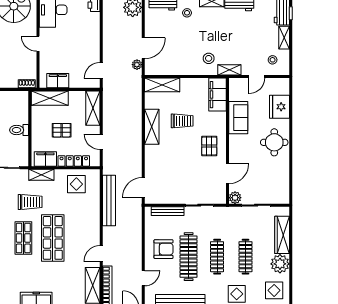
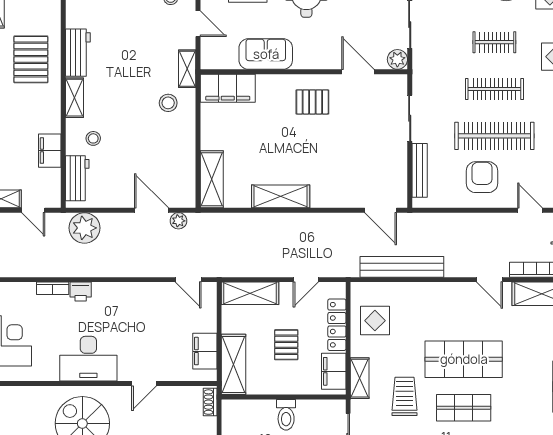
trolley: (182, 121) -> (271, 146), removed
clothes rail: (246, 257) -> (494, 42), width x0.73

